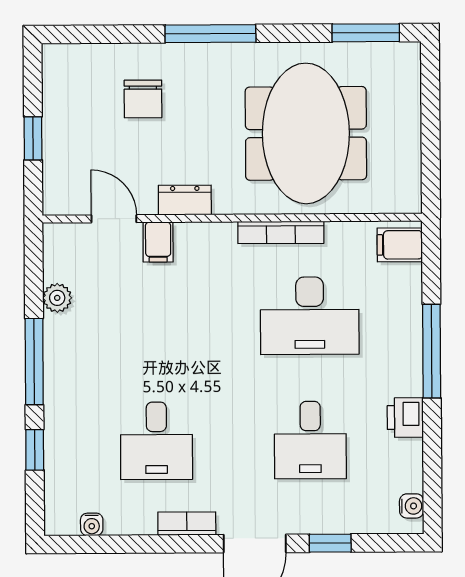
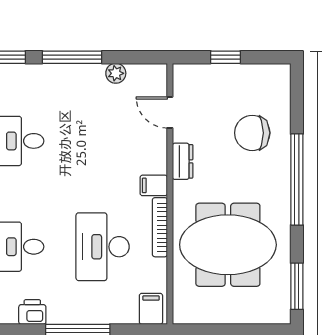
window: (210, 34) -> (297, 180), width x1.46
chair: (143, 99) -> (252, 133), width x1.37, depth x1.37
door: (114, 219) -> (170, 112), swing flipped
filing cabinet: (158, 242) -> (154, 185), moved

